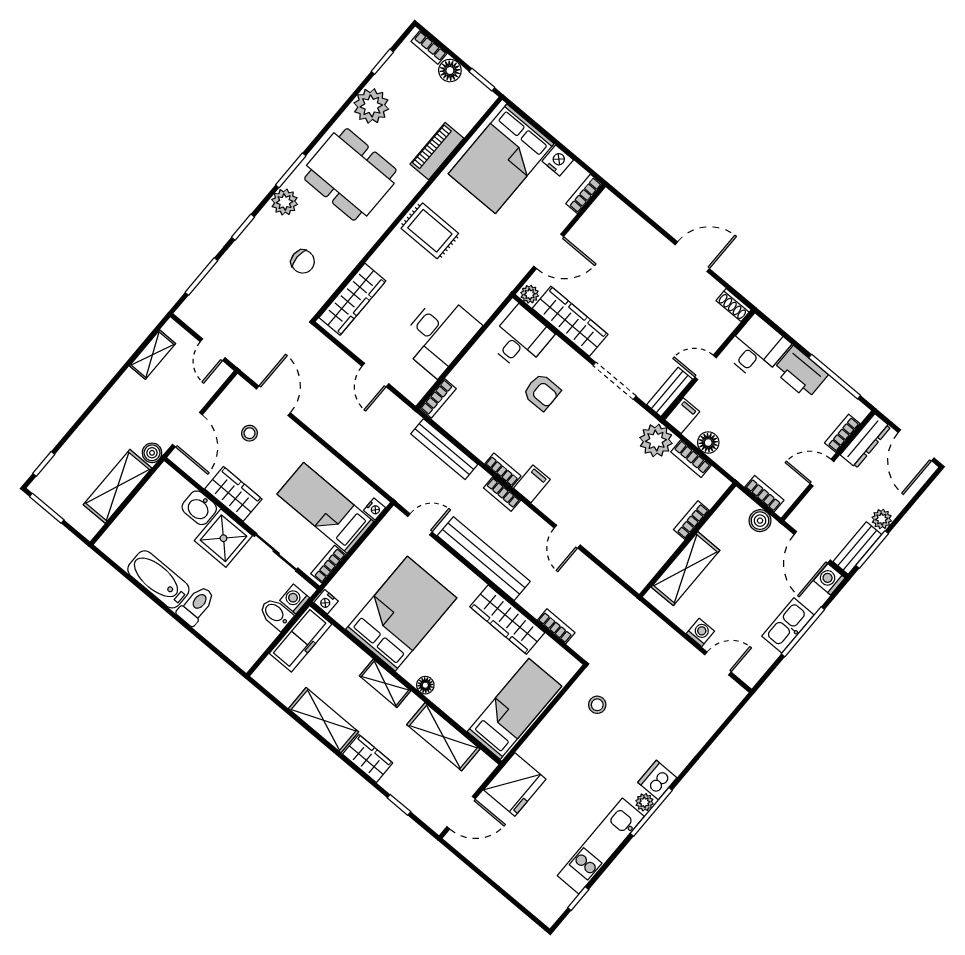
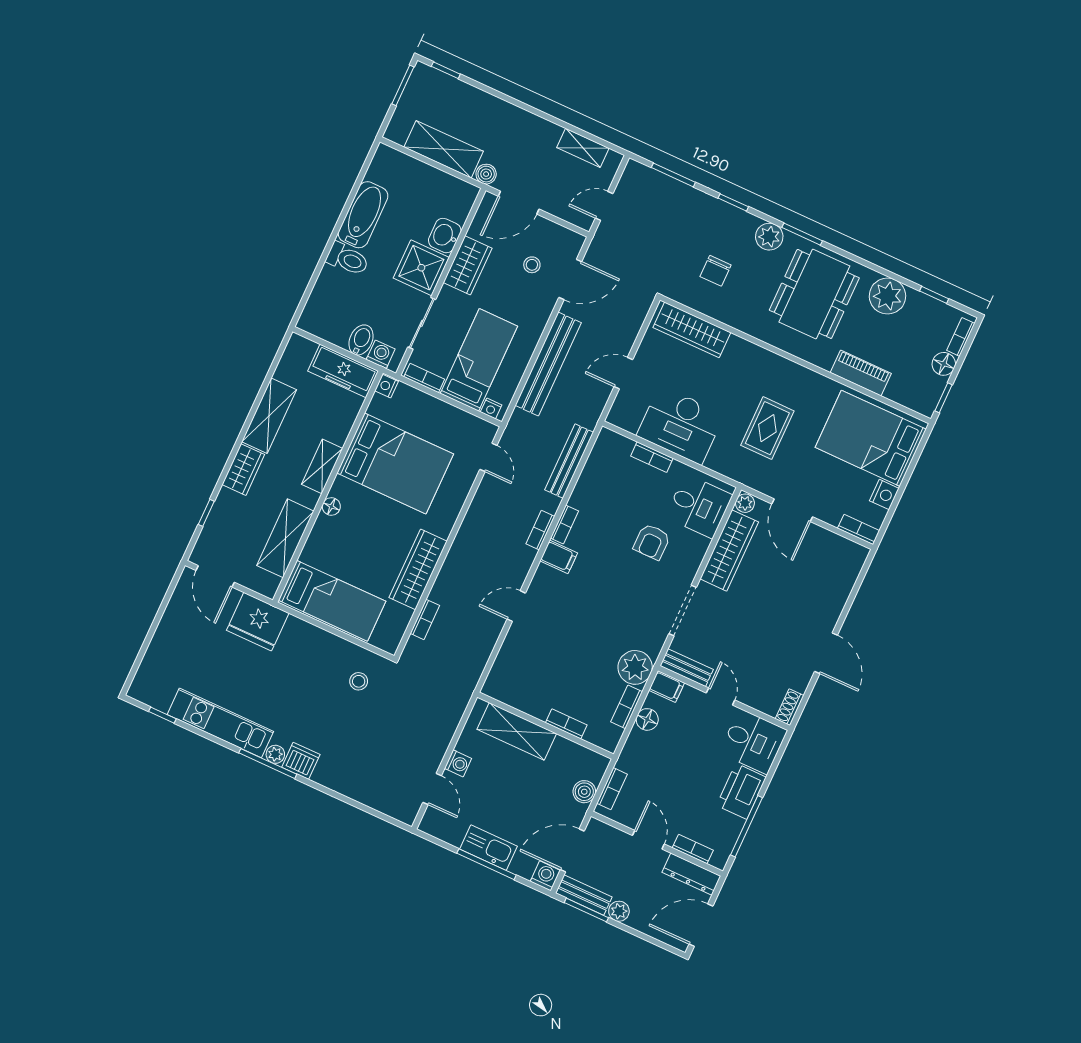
rug: (430, 231) -> (767, 428), moved
bookcase: (438, 398) -> (652, 457), moved
bench: (484, 559) -> (548, 364), moved

